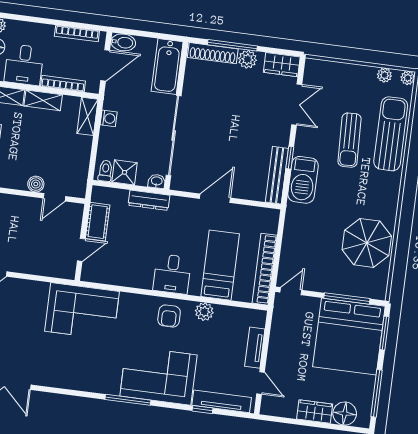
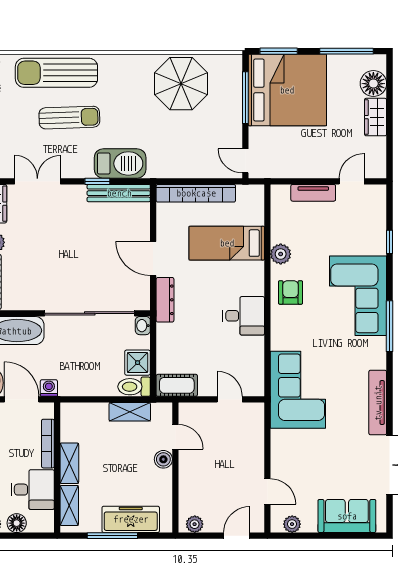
shelving: (87, 116) -> (130, 412), moved
washing machine: (109, 118) -> (49, 388), moved
toilet: (105, 171) -> (134, 387), width x1.37, depth x1.39
dresser: (149, 200) -> (165, 300), moved
cot: (98, 222) -> (177, 385), moved
bookcase: (265, 269) -> (196, 193), moved
desk: (172, 274) -> (243, 316), moved
armchair: (169, 316) -> (291, 292), turned -90
tv unit: (222, 401) -> (378, 403), moved

